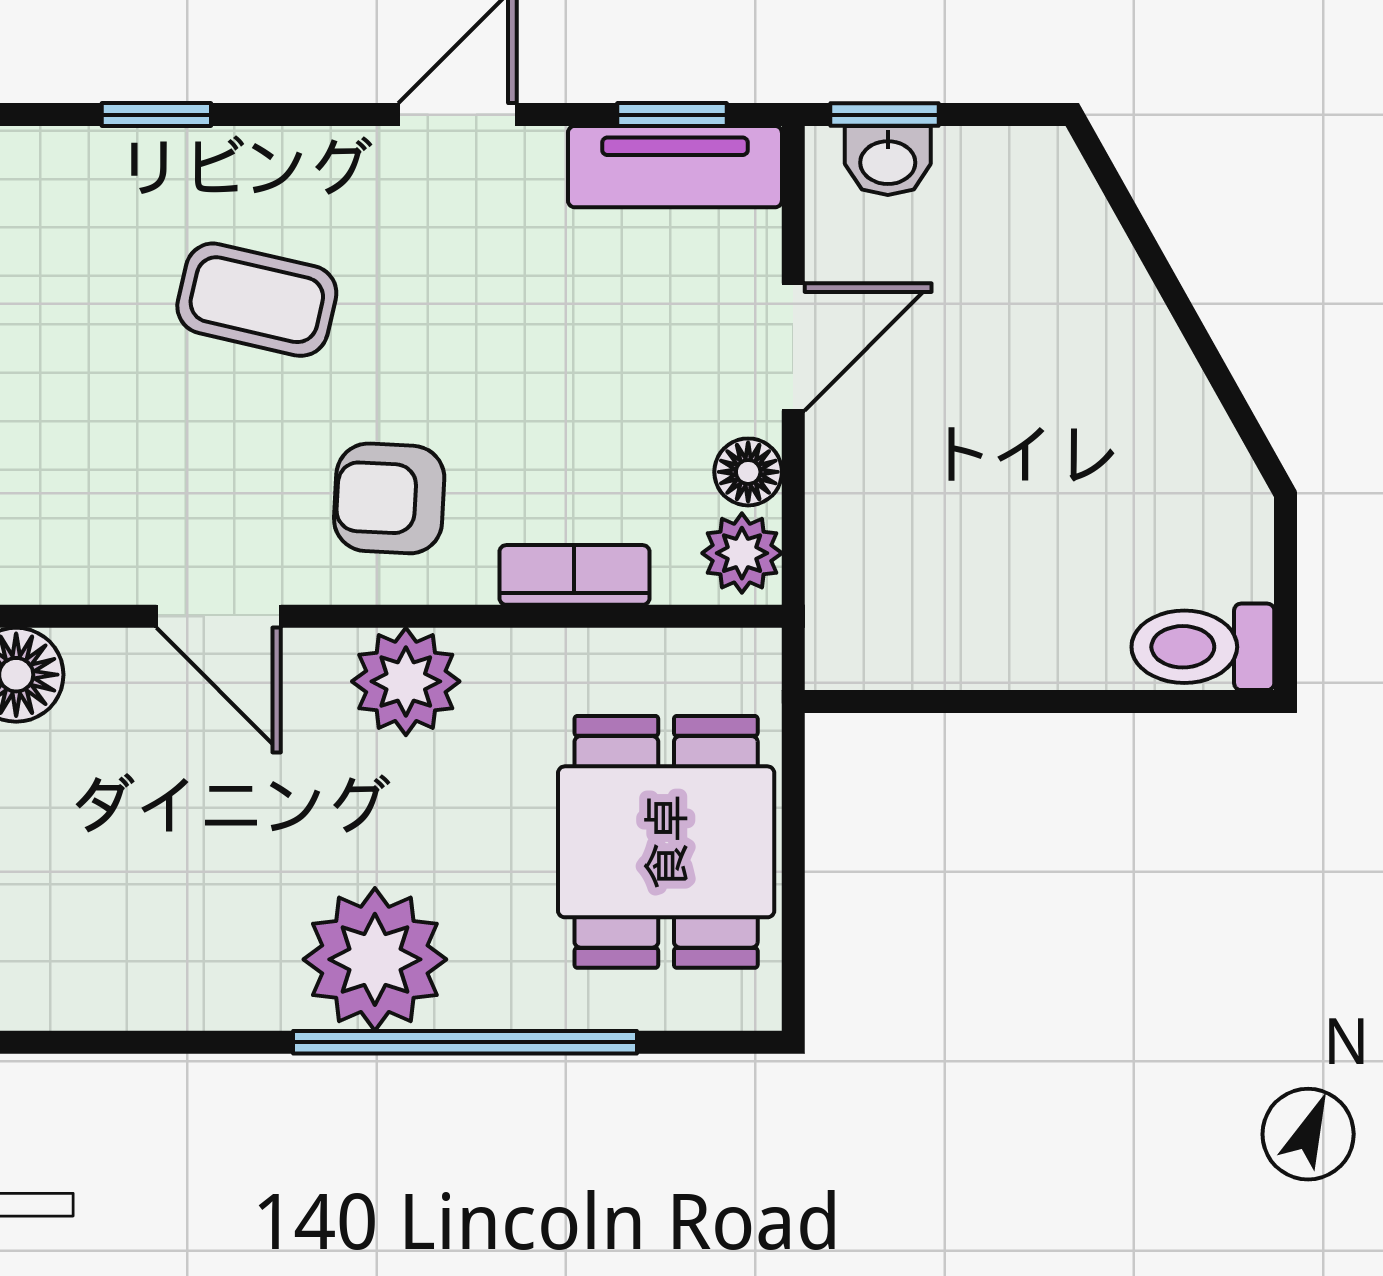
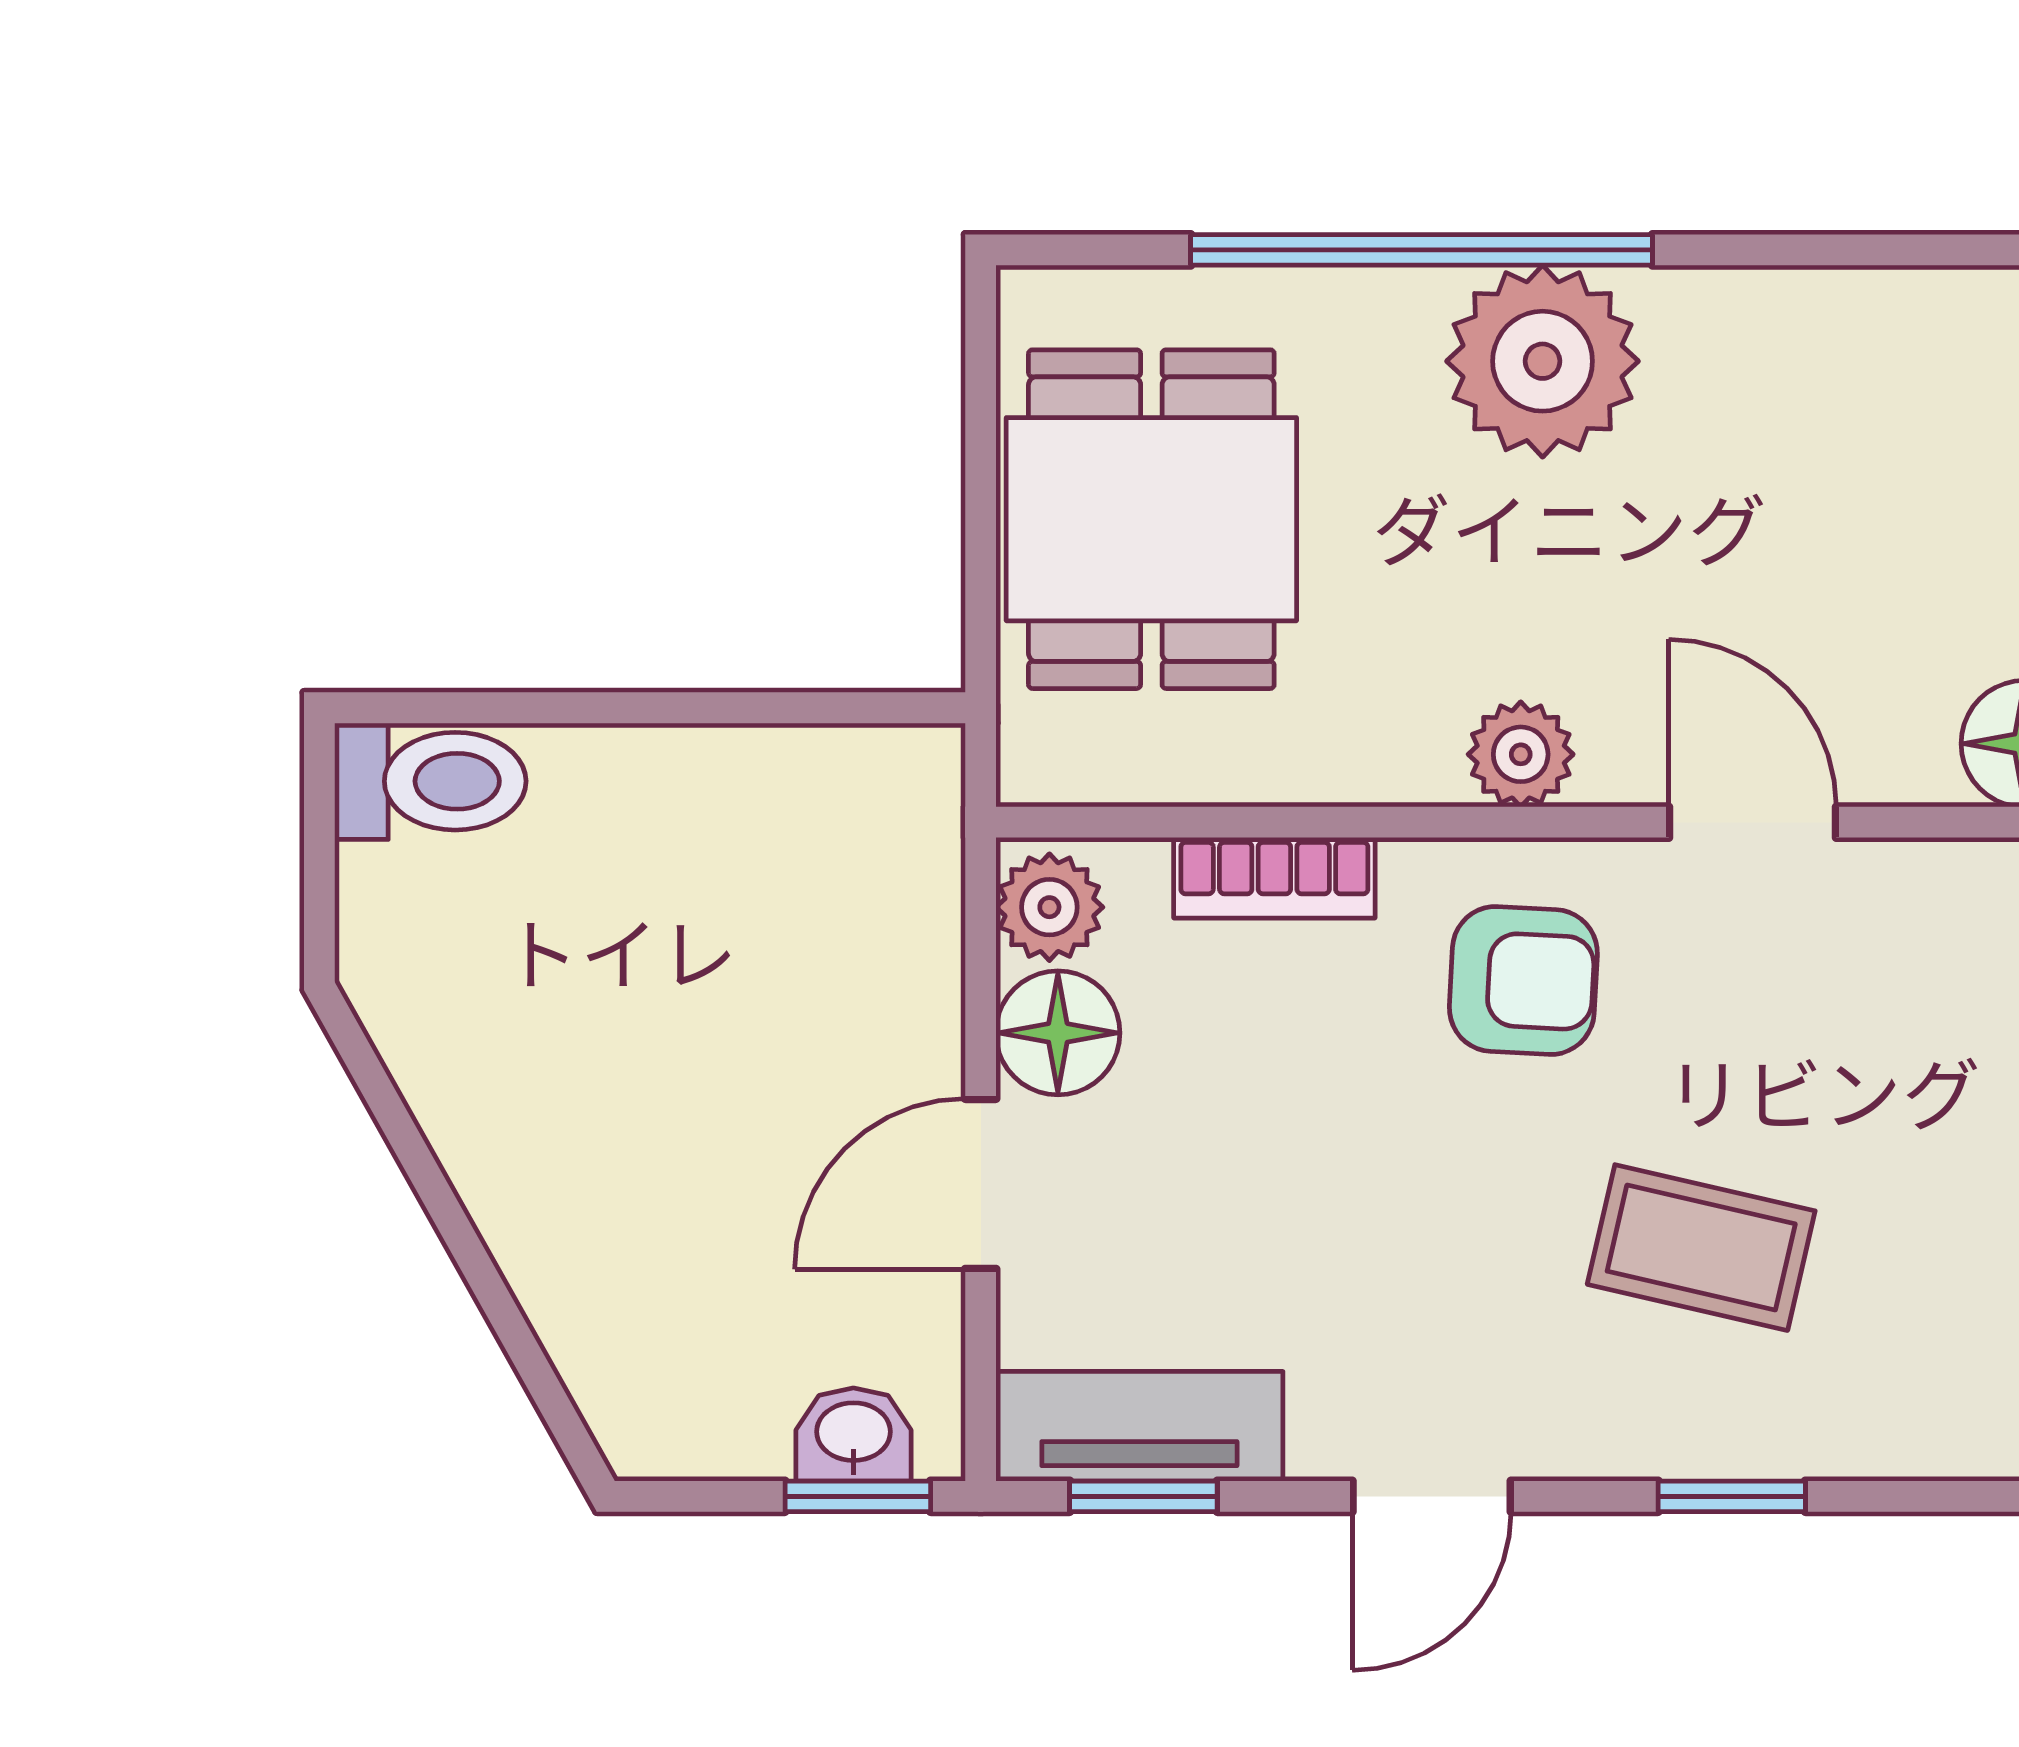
window: (156, 115) -> (1732, 1496), moved
floor lamp: (748, 472) -> (1058, 1033), width x1.37, depth x1.37
plant: (406, 681) -> (1521, 754), width x0.73, depth x0.73

